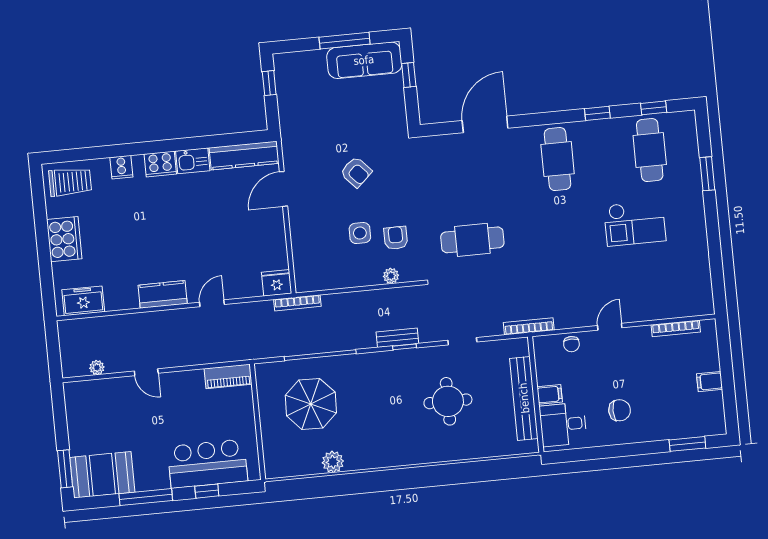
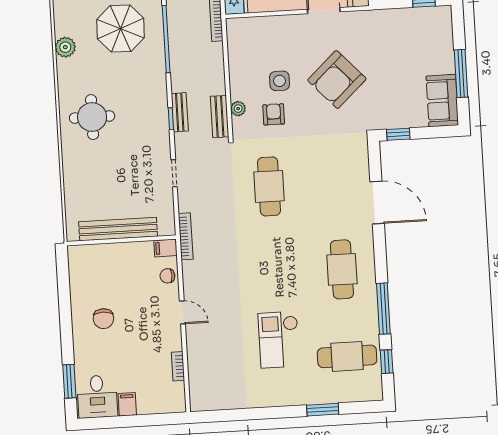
sofa: (364, 60) -> (442, 101), width x0.73
window: (409, 75) -> (398, 134), moved
window: (597, 113) -> (383, 309), width x2.17
cafe table: (558, 159) -> (342, 269), turned 90
armchair: (356, 172) -> (337, 80), width x1.88, depth x1.88
armchair: (396, 238) -> (274, 114), turned -90
bench: (400, 295) -> (219, 117), added
bookcase: (676, 328) -> (178, 366), width x0.64
filing cabinet: (550, 394) -> (166, 248), moved, turned 90
round table: (448, 401) -> (92, 117), moved
desk: (563, 424) -> (97, 397), moved, turned 180

